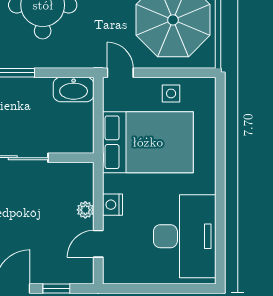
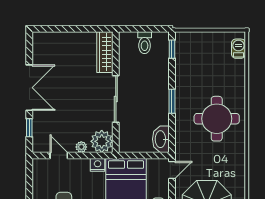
plant: (77, 179) -> (102, 141), added
nightstand: (112, 205) -> (98, 165), moved

